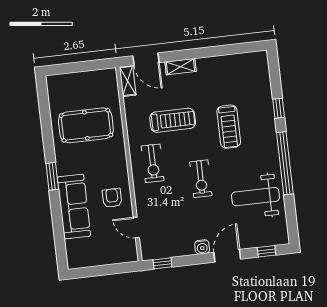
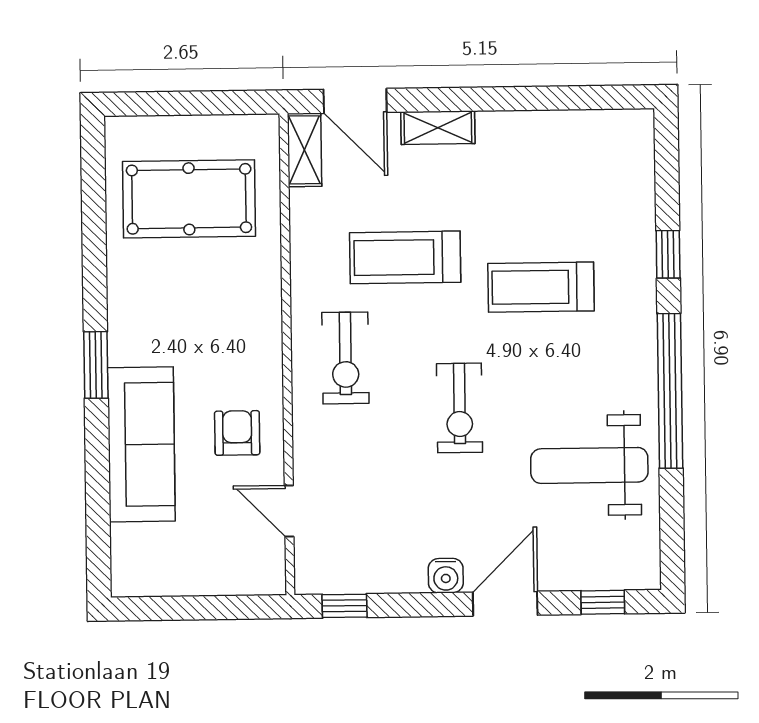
treadmill: (173, 120) -> (405, 257), turned 180
pool table: (86, 125) -> (189, 199), moved
treadmill: (229, 127) -> (541, 287), turned 90

